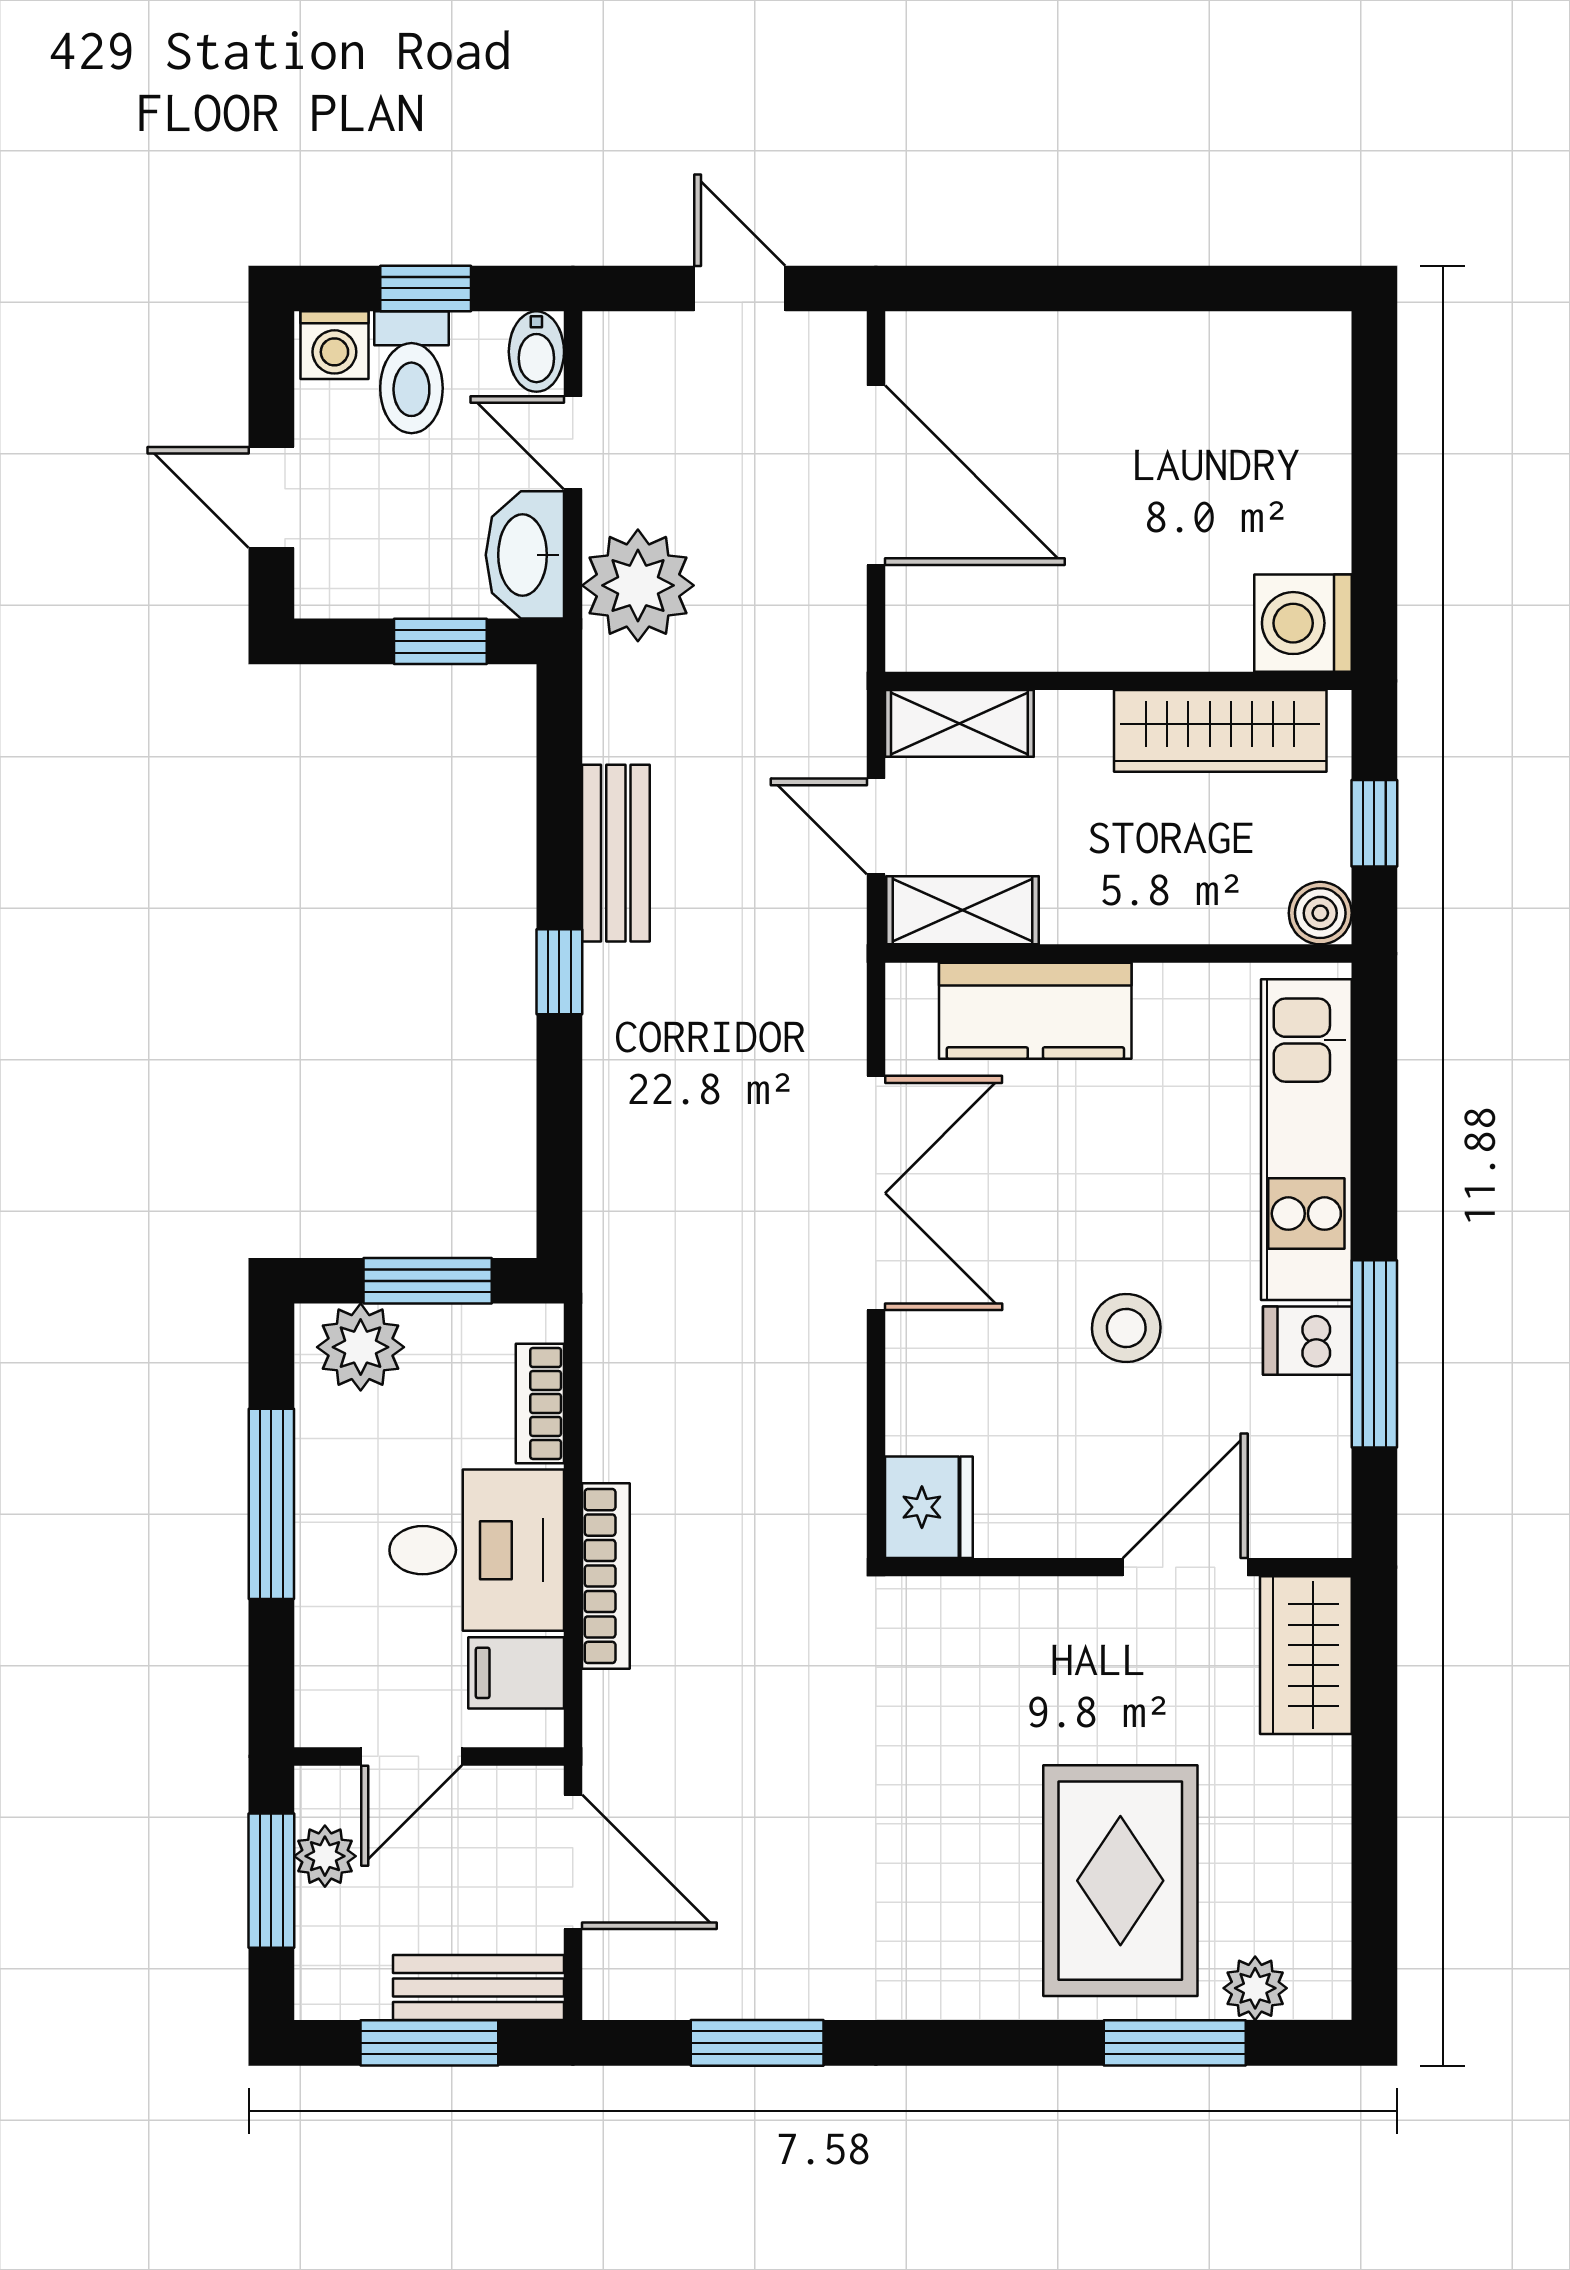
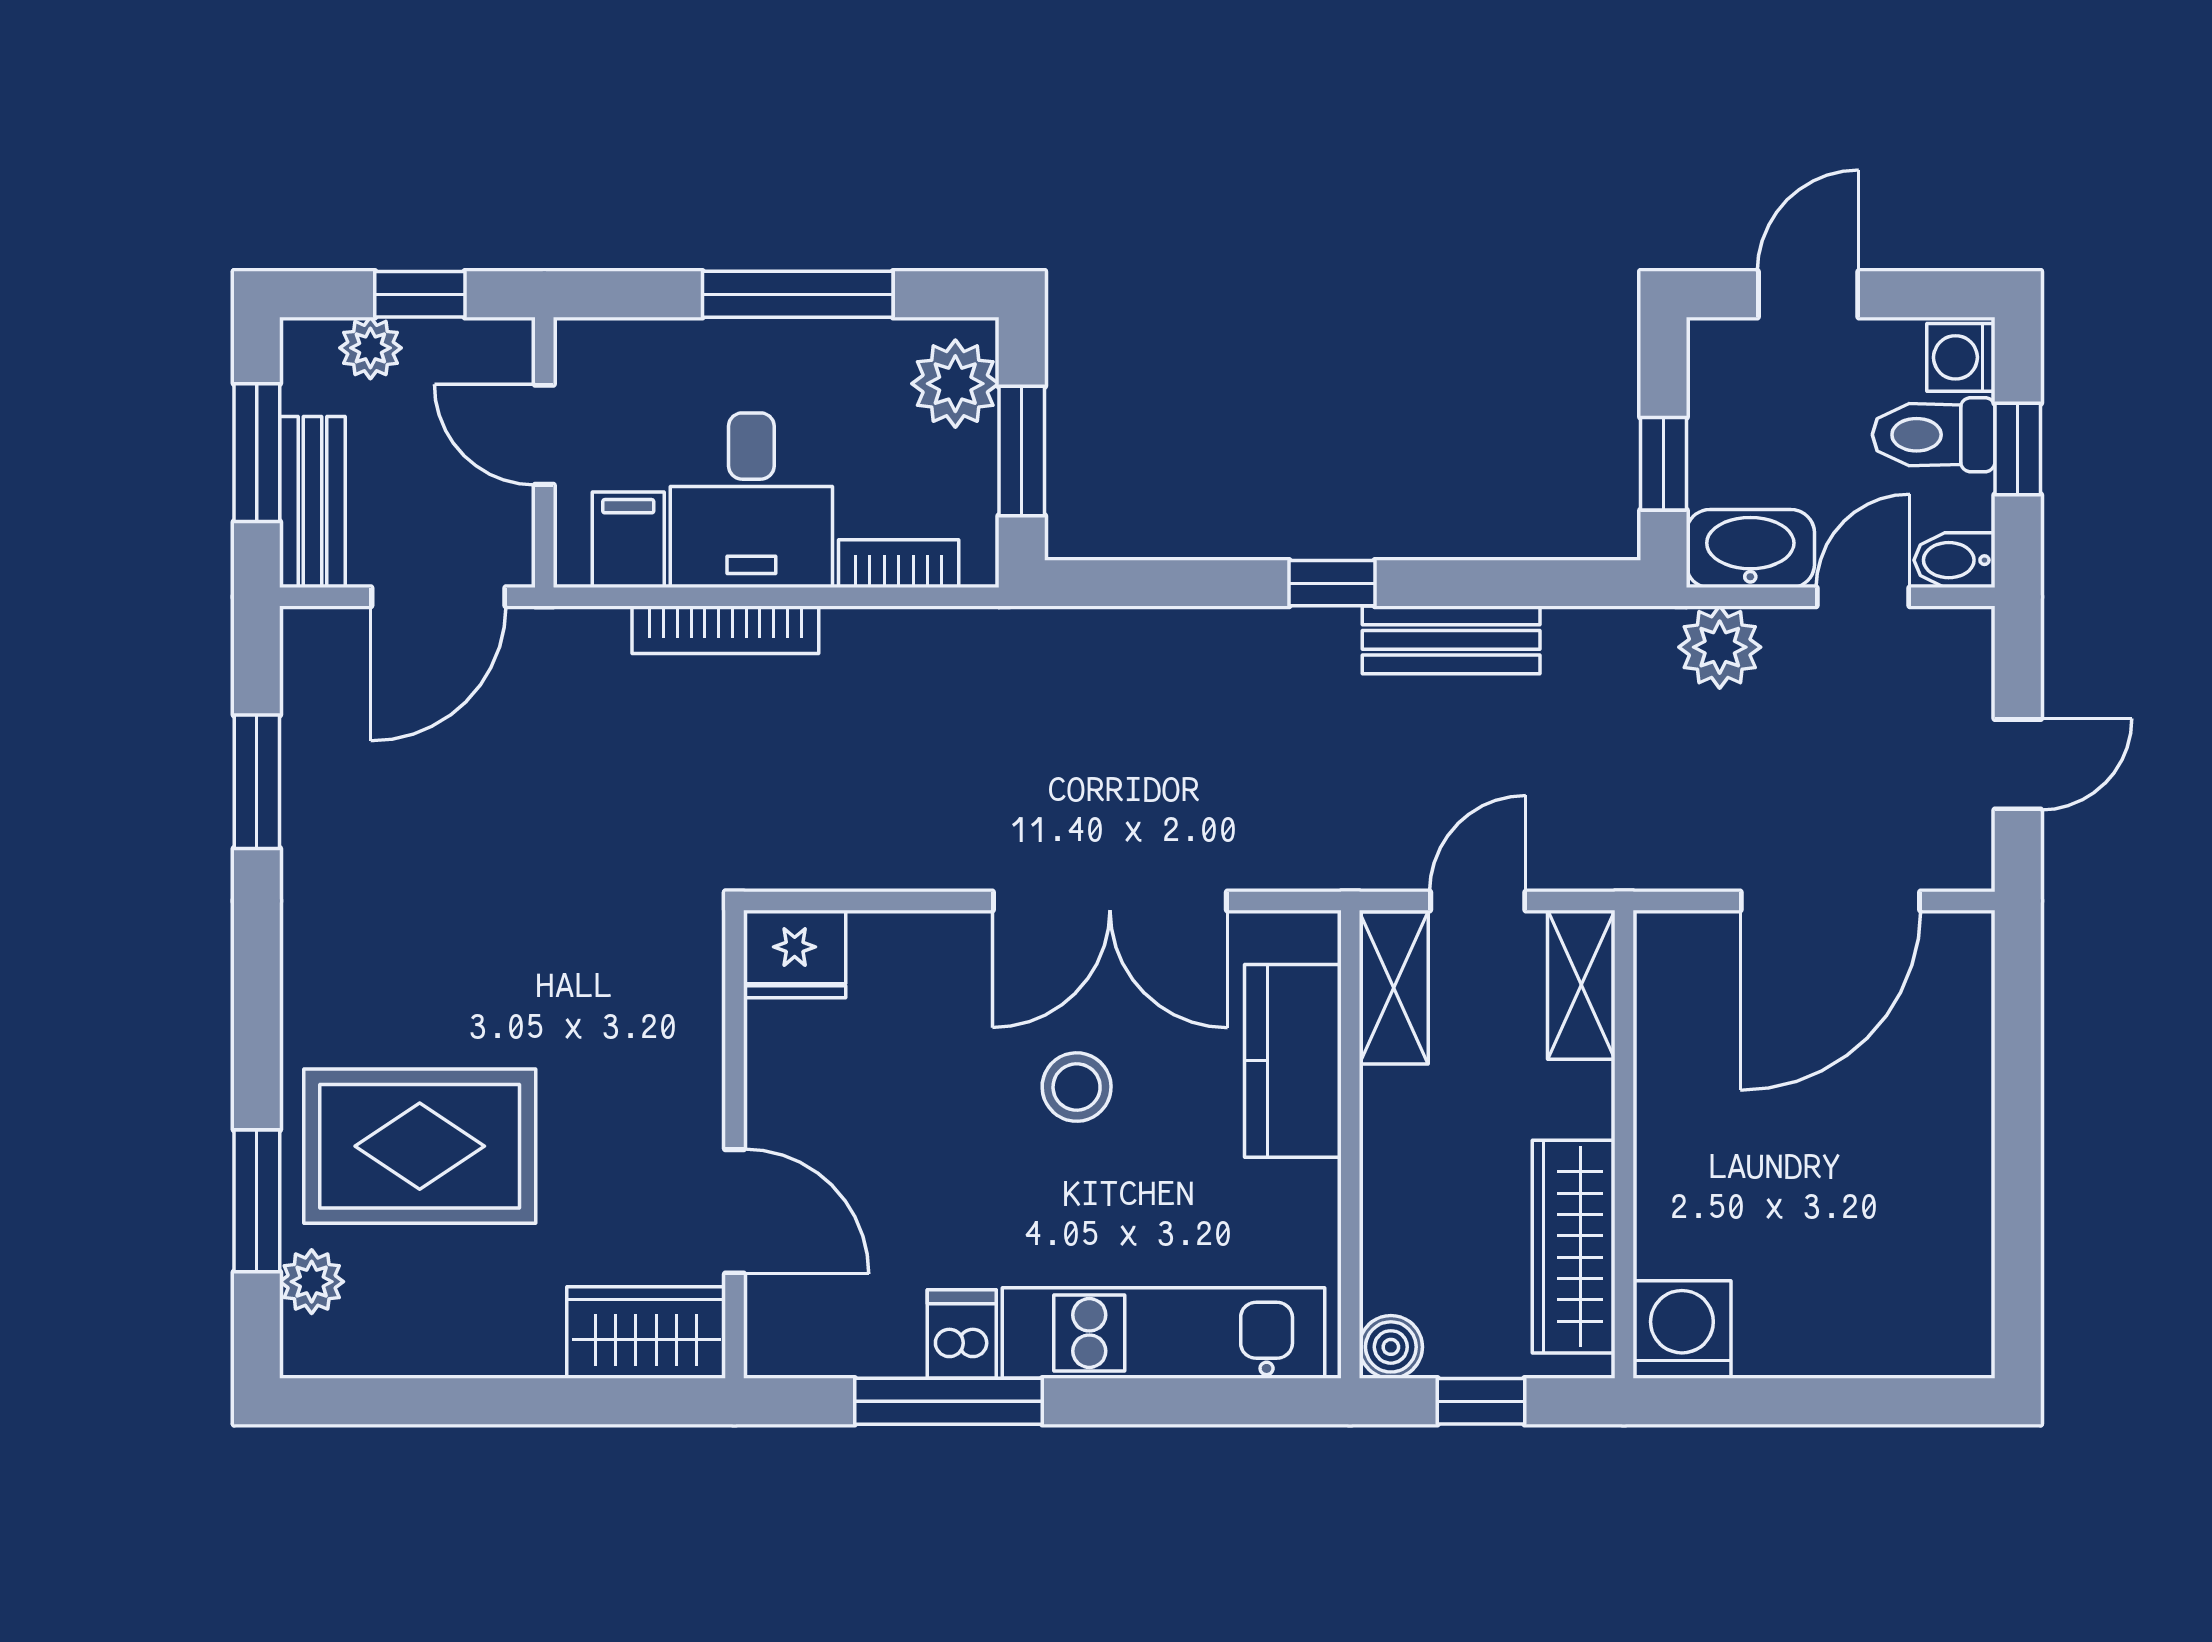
plant: (638, 585) -> (1720, 647), width x0.73, depth x0.73
stool: (1126, 1328) -> (1077, 1087), moved
plant: (325, 1856) -> (370, 348), moved
window: (271, 1881) -> (420, 294), width x0.67

